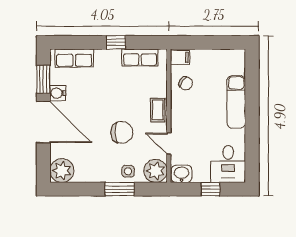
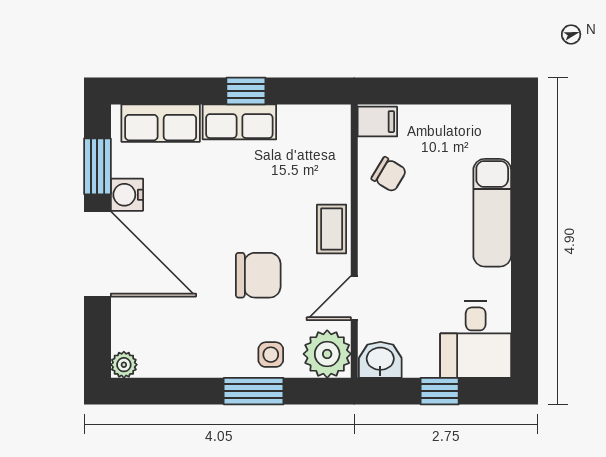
row of seats: (140, 58) -> (239, 122), moved
door: (169, 144) -> (354, 298), hinge flipped
plant: (62, 171) -> (124, 365), width x0.53, depth x0.53

